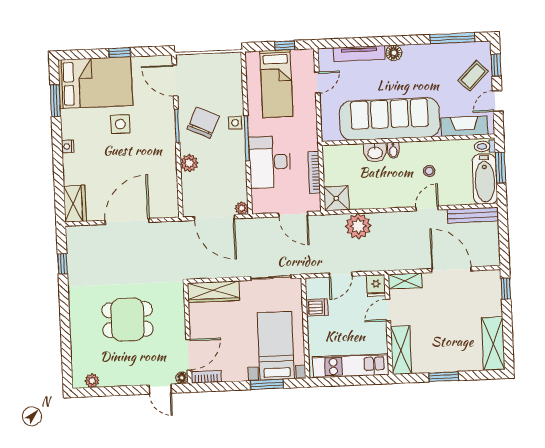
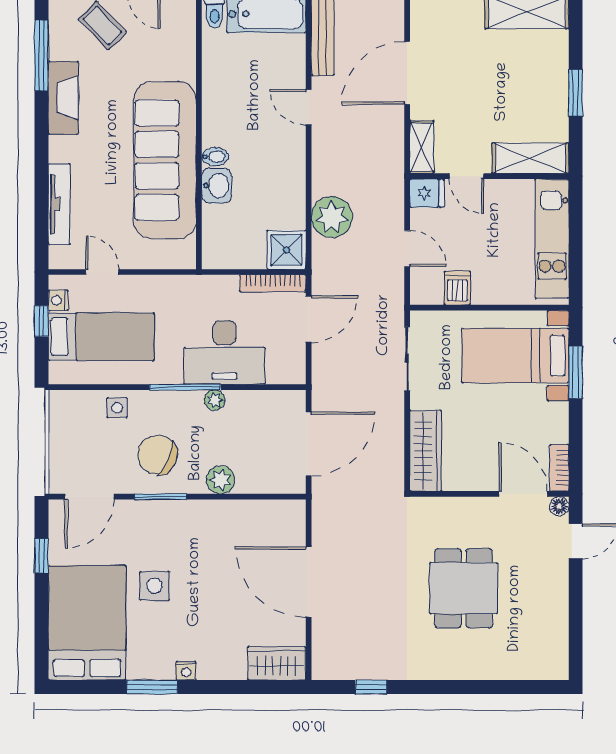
window: (120, 53) -> (41, 556), moved
floor lamp: (394, 53) -> (61, 149), removed
nightstand: (298, 55) -> (58, 300), added
window: (55, 101) -> (152, 687), moved
side table: (235, 123) -> (117, 408), moved
fireplace: (464, 126) -> (63, 98), moved, turned 180
stool: (429, 171) -> (250, 101), removed
bookcase: (314, 173) -> (273, 283), moved
plant: (242, 208) -> (215, 400), moved
plant: (92, 381) -> (558, 648), removed

